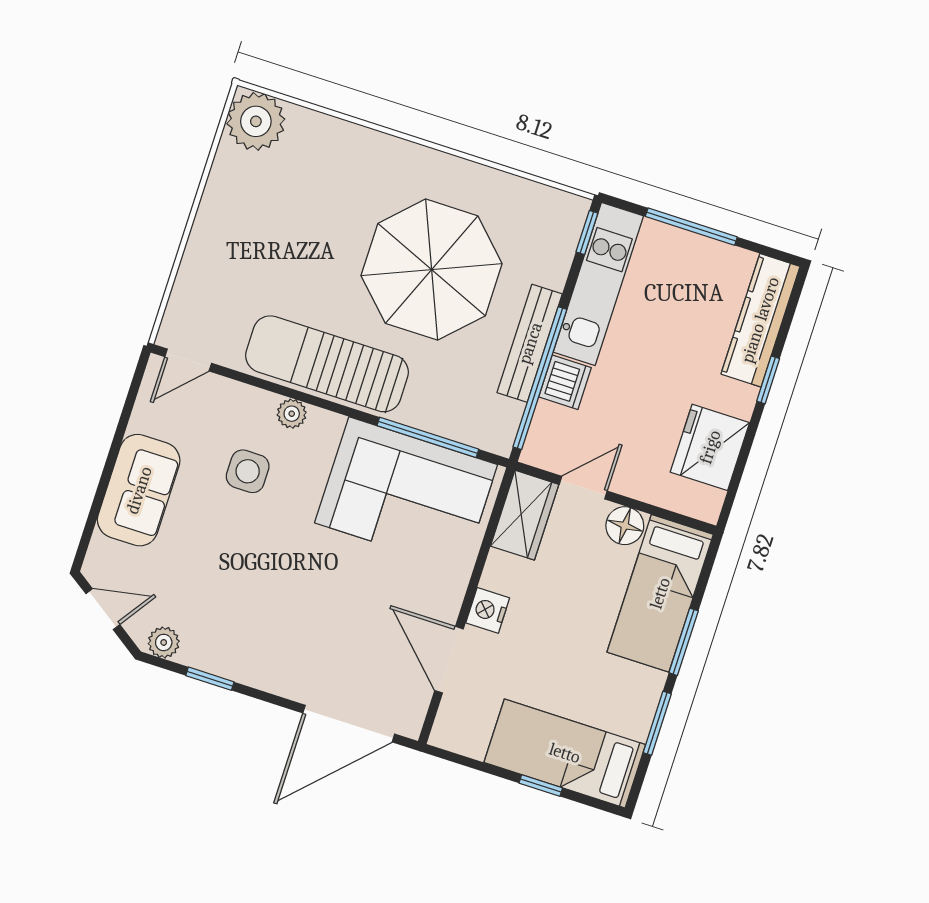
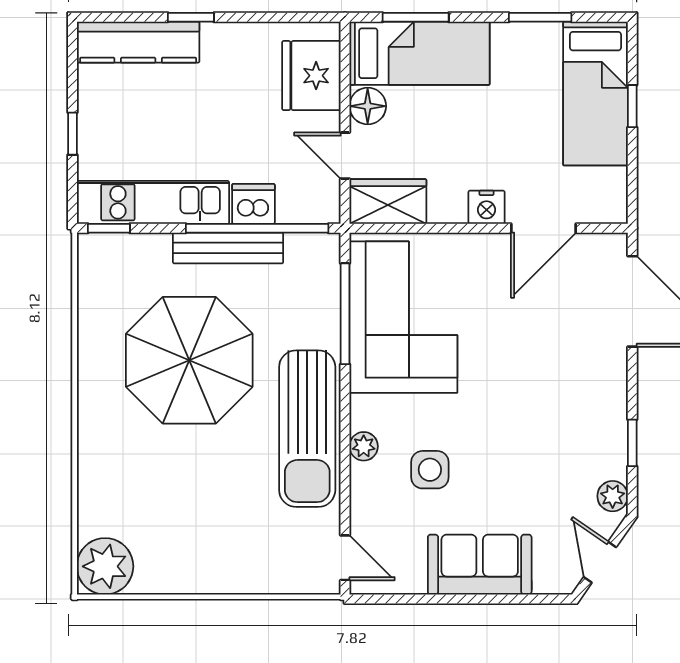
window: (691, 227) -> (72, 134), width x0.46
fridge: (710, 447) -> (311, 76), moved, turned 90
window: (684, 642) -> (416, 17), moved

